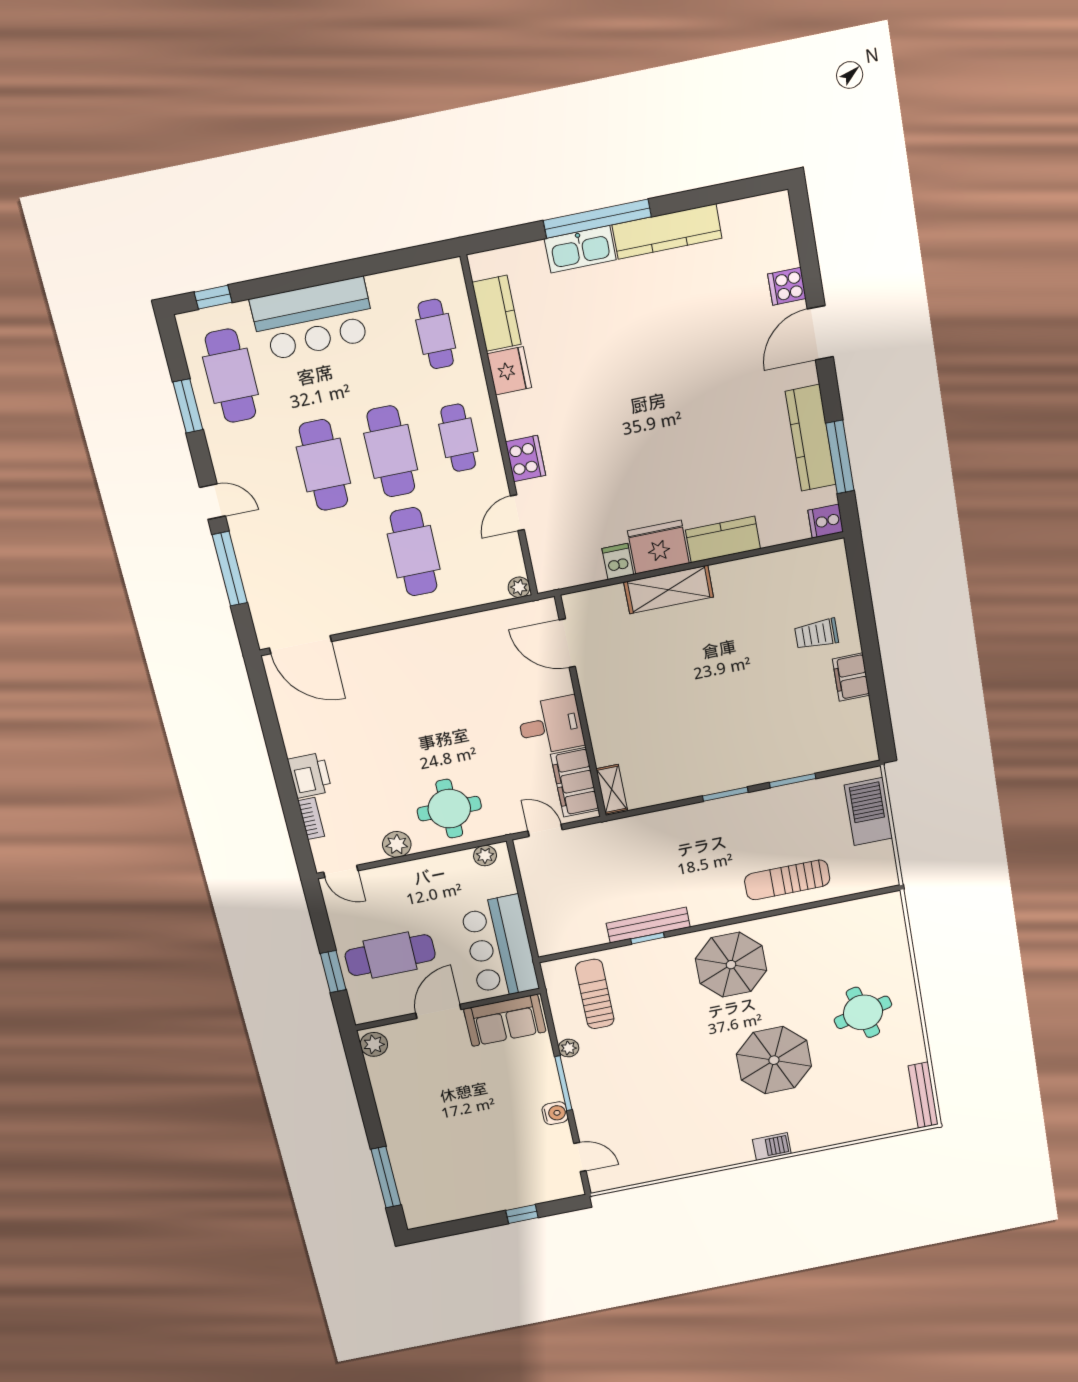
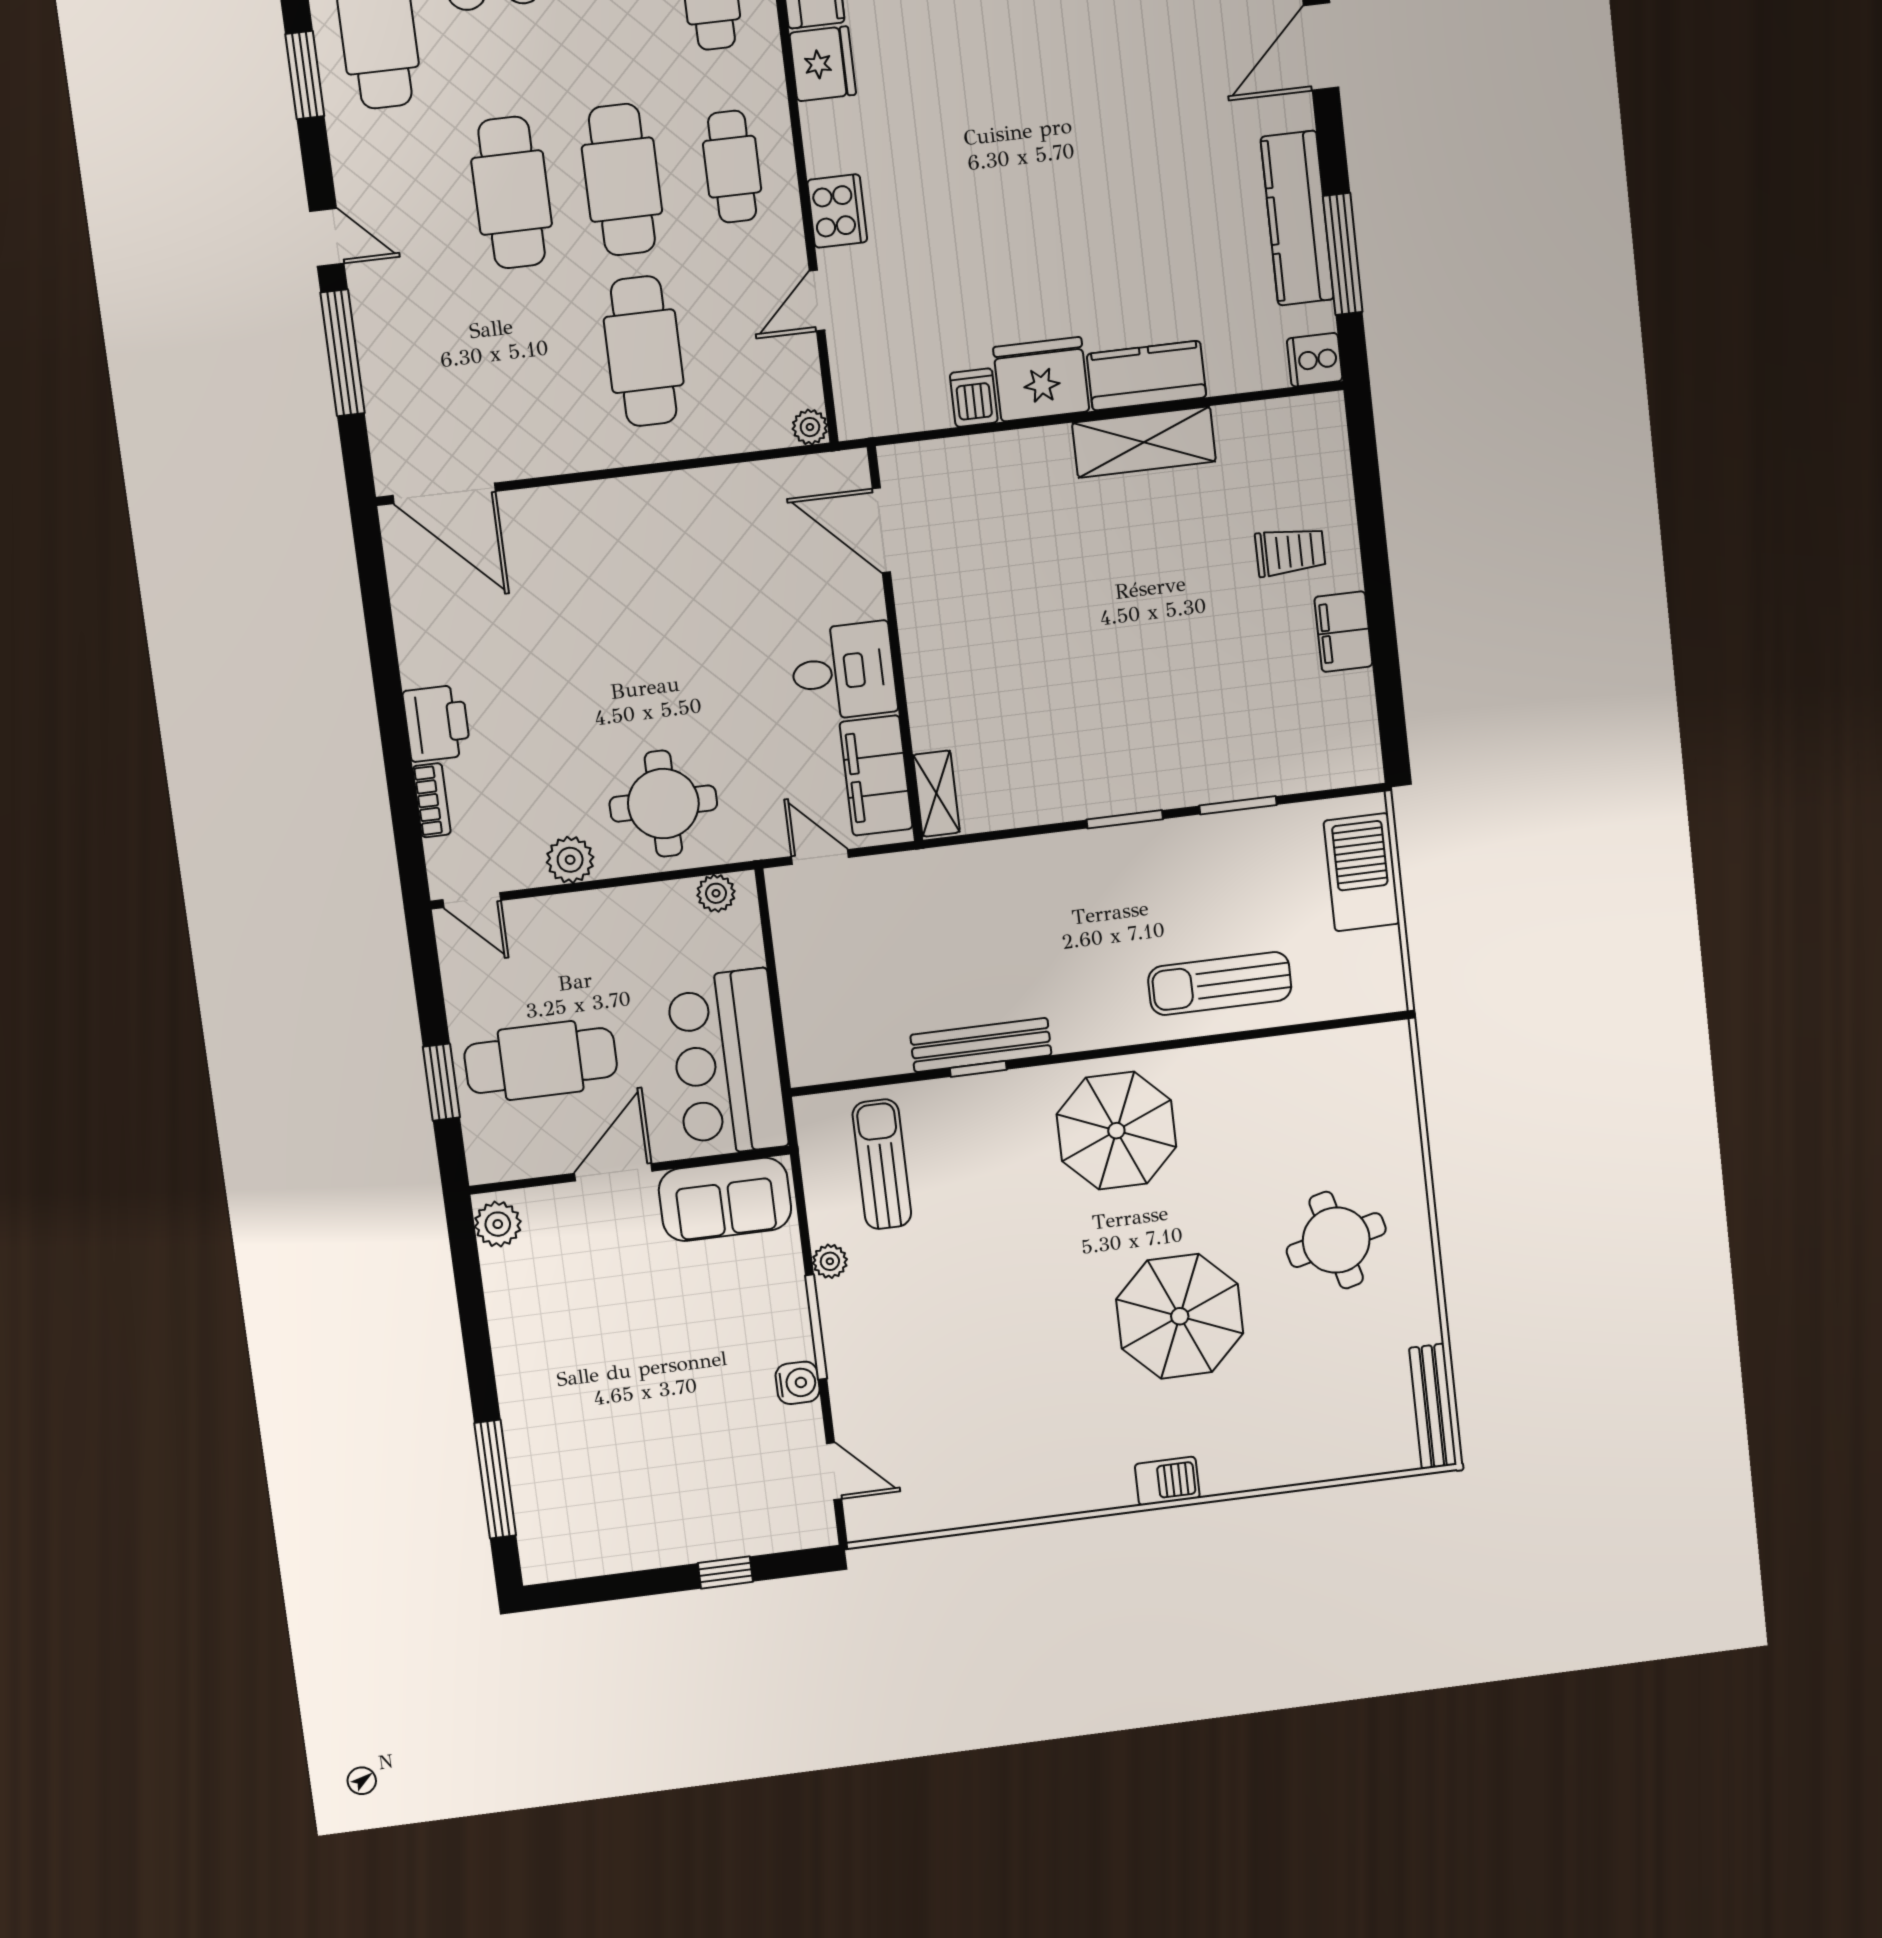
shelving: (669, 590) -> (1144, 442), moved
trolley: (816, 634) -> (1290, 552), turned 180

